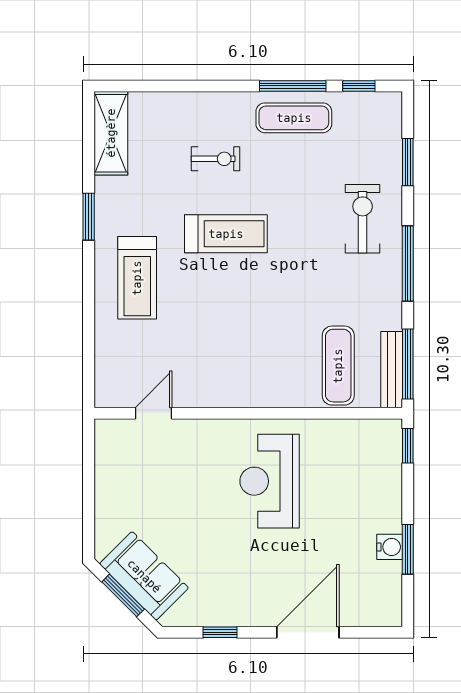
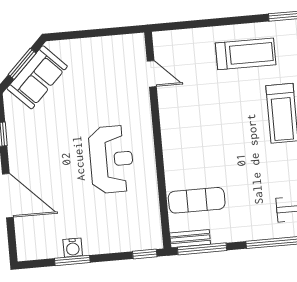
treadmill: (137, 278) -> (246, 54), turned 180
bench: (392, 370) -> (190, 239), width x0.73
reception desk: (270, 481) -> (111, 159), turned 90

